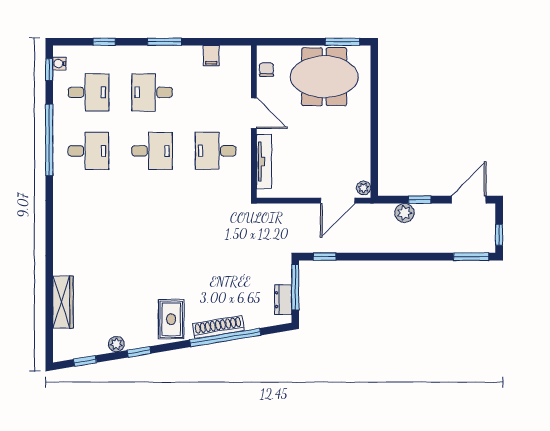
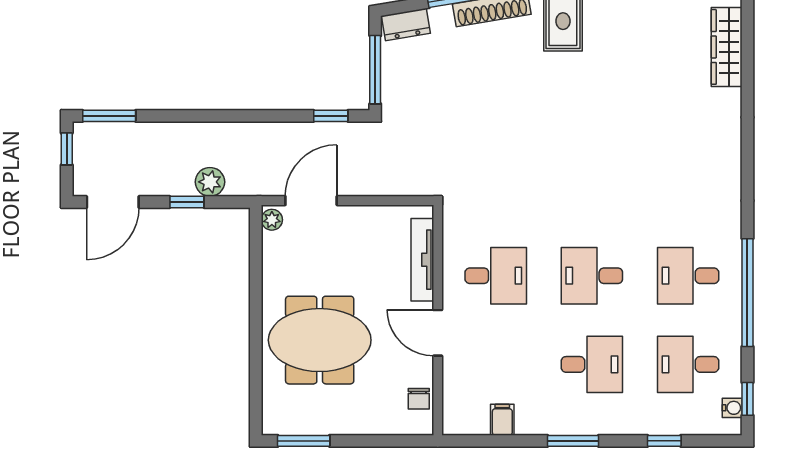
meeting table: (324, 77) -> (320, 340), moved
dresser: (283, 300) -> (406, 25), moved, turned 81

